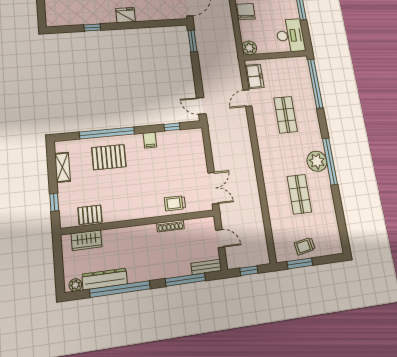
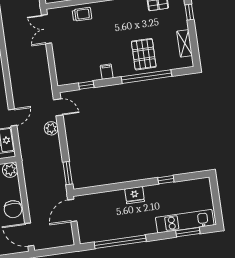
plant: (209, 85) -> (51, 128), added
pallet: (109, 157) -> (144, 54), turned 90

